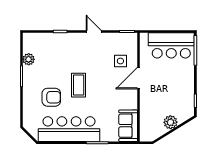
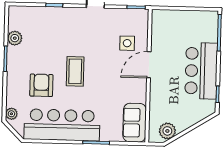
bar counter: (171, 45) -> (201, 71), moved, turned 90
armchair: (51, 97) -> (41, 85), turned -90
plant: (27, 121) -> (11, 114), added
plant: (170, 122) -> (167, 131), moved

